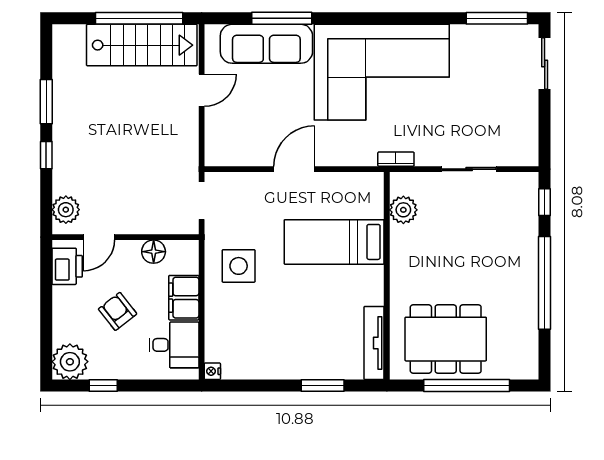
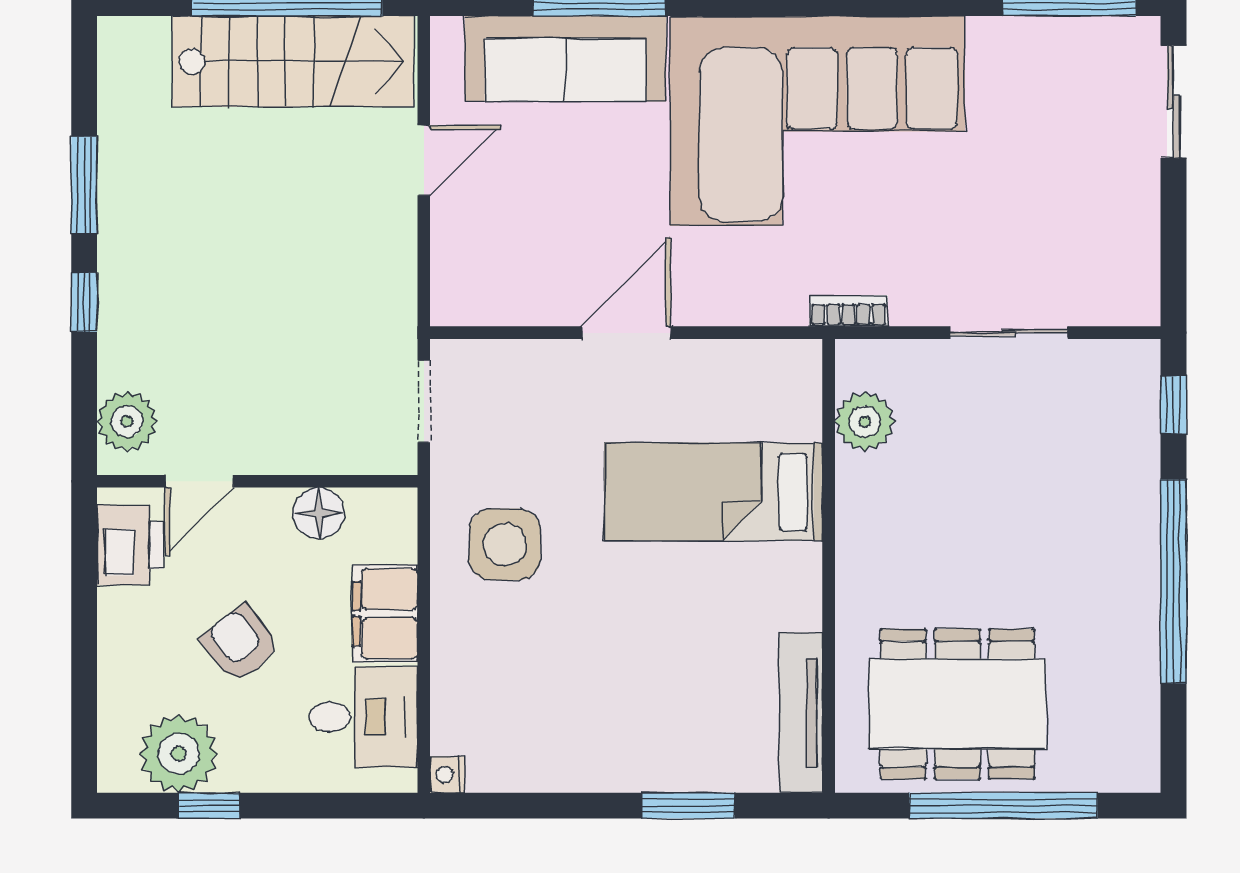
plant: (70, 362) -> (179, 754), moved

